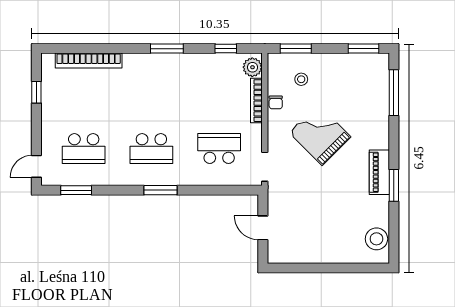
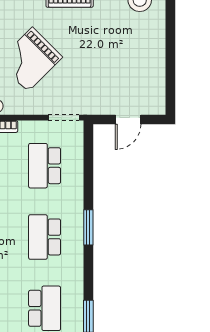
school desk: (151, 149) -> (45, 237), turned 180

